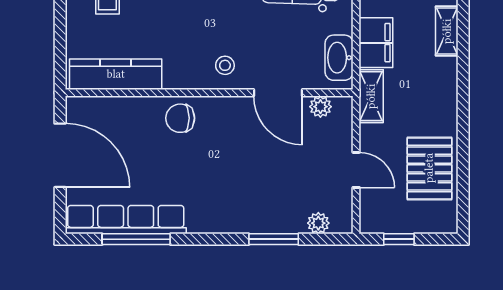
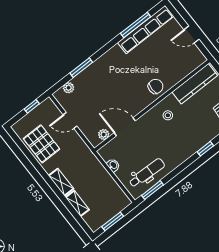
filing cabinet: (376, 43) -> (102, 177), removed
washbasin: (339, 58) -> (113, 165), width x0.52, depth x0.69
stool: (225, 65) -> (168, 115), moved
shelving: (371, 96) -> (61, 182), moved
door: (60, 155) -> (191, 35), width x0.53

